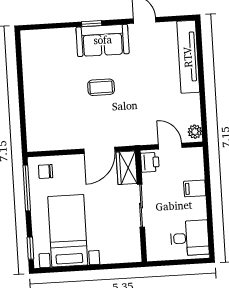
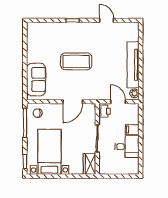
sofa: (103, 40) -> (36, 79), moved, turned -90
tv unit: (188, 57) -> (133, 65), moved
coffee table: (101, 87) -> (76, 61), width x1.86, depth x1.72
wardrobe: (127, 168) -> (89, 164), moved
desk: (190, 238) -> (127, 147), moved

